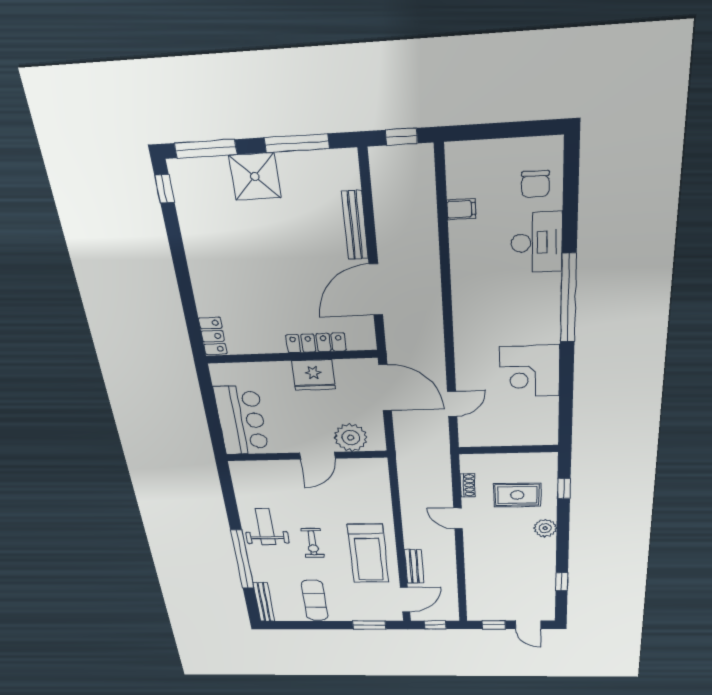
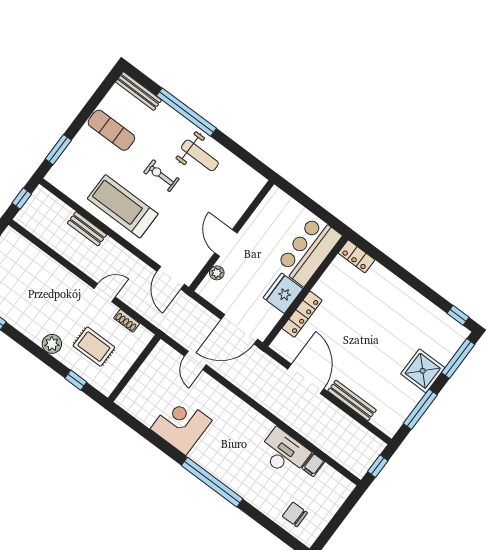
desk: (537, 242) -> (284, 453), moved, turned 180
bar counter: (241, 421) -> (309, 251), moved, turned 90
plant: (351, 438) -> (217, 273), width x0.53, depth x0.53
rug: (517, 495) -> (94, 347), turned 90
door: (405, 600) -> (171, 278), moved

